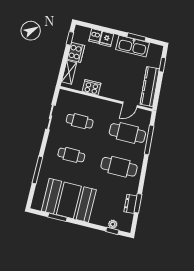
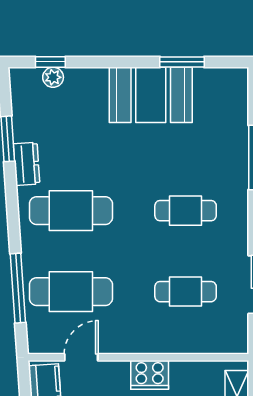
cooker: (92, 87) -> (150, 375), moved
booth: (69, 200) -> (151, 95), width x0.73, depth x0.70
dresser: (130, 204) -> (27, 164), moved

